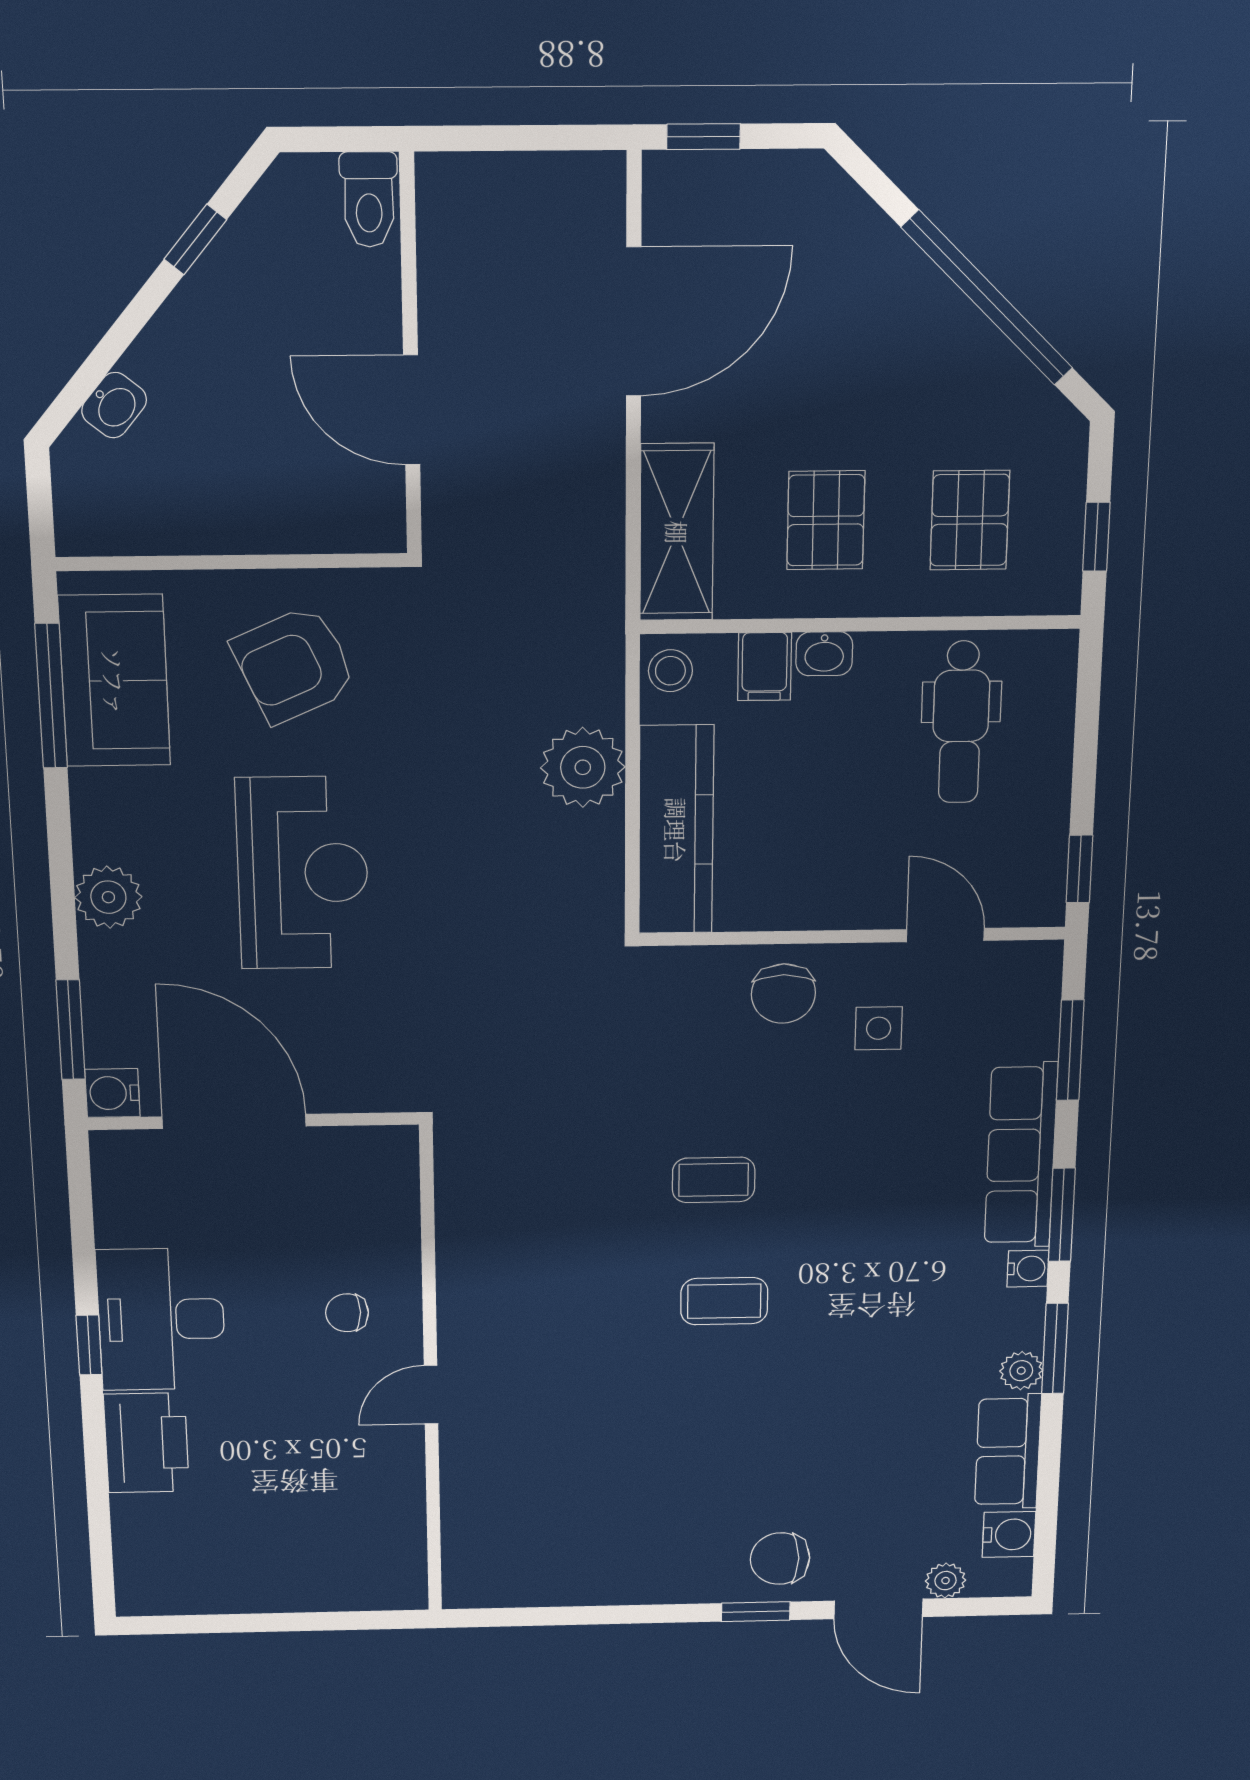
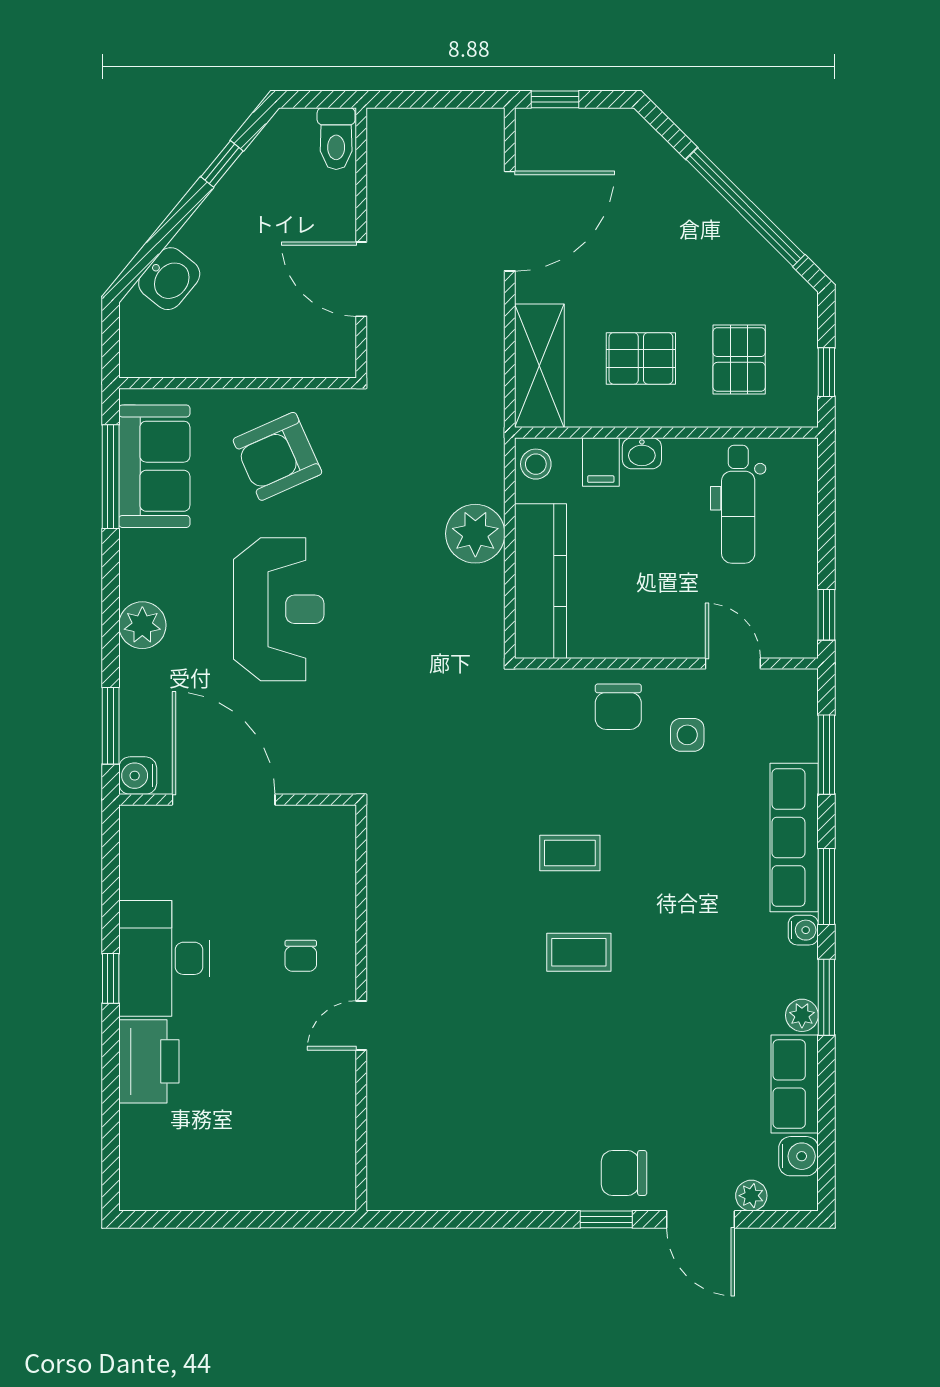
washbasin: (114, 405) -> (169, 279), width x1.38, depth x1.45
pallet: (826, 520) -> (641, 358), turned 90
chair: (347, 1313) -> (301, 956), turned -90

